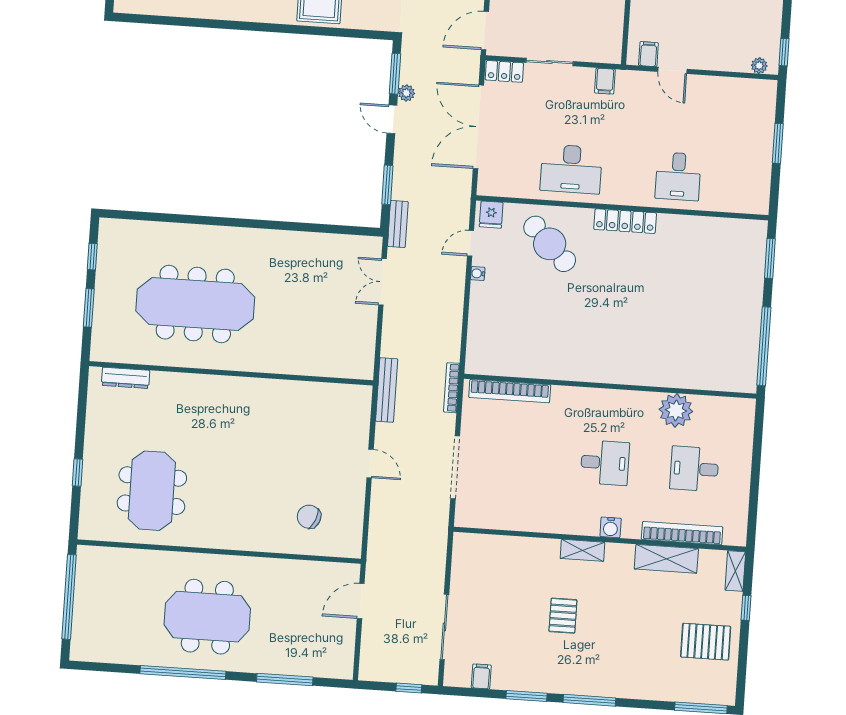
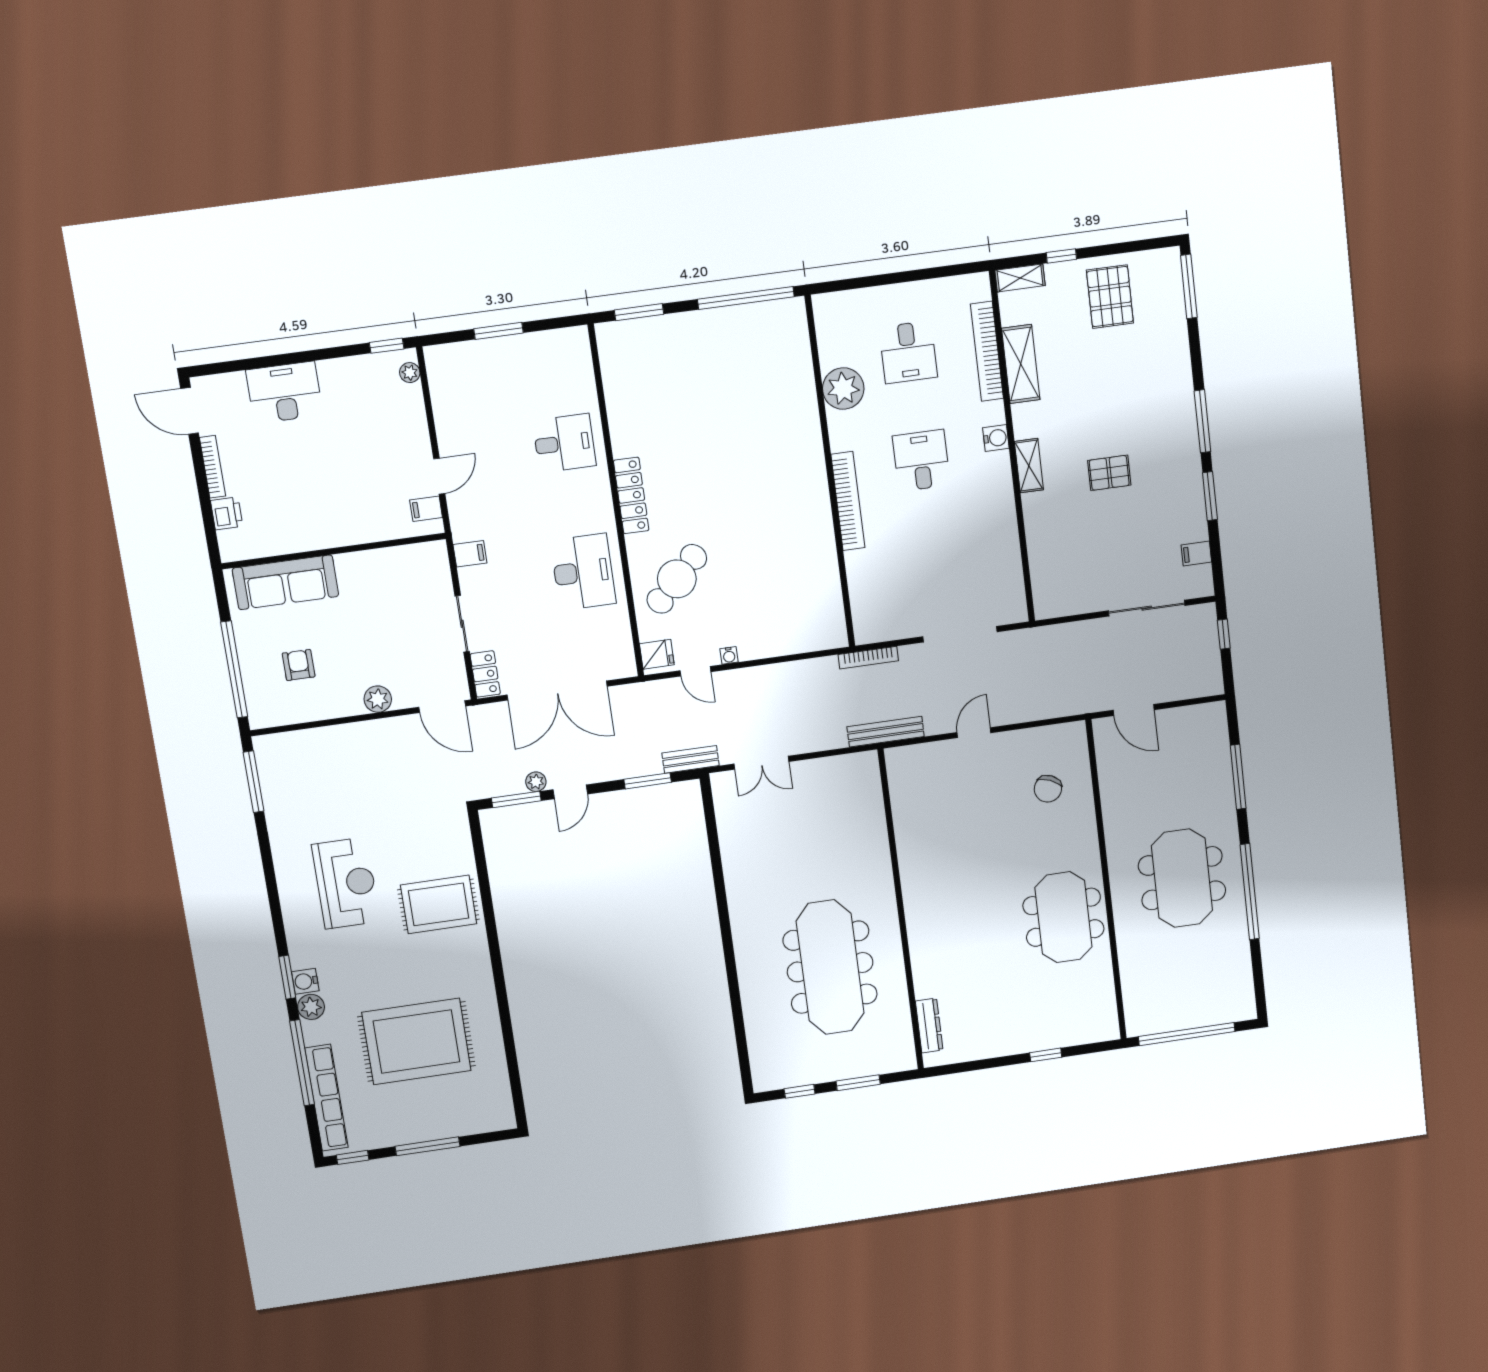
bookcase: (510, 391) -> (848, 501), moved
meeting table: (152, 491) -> (1063, 917), moved, turned 90

